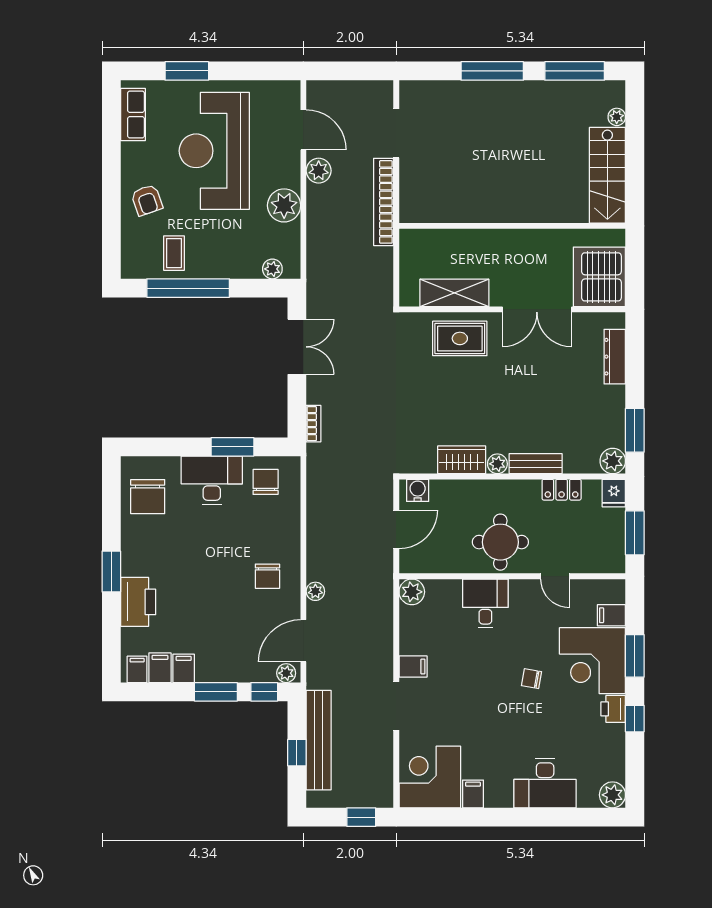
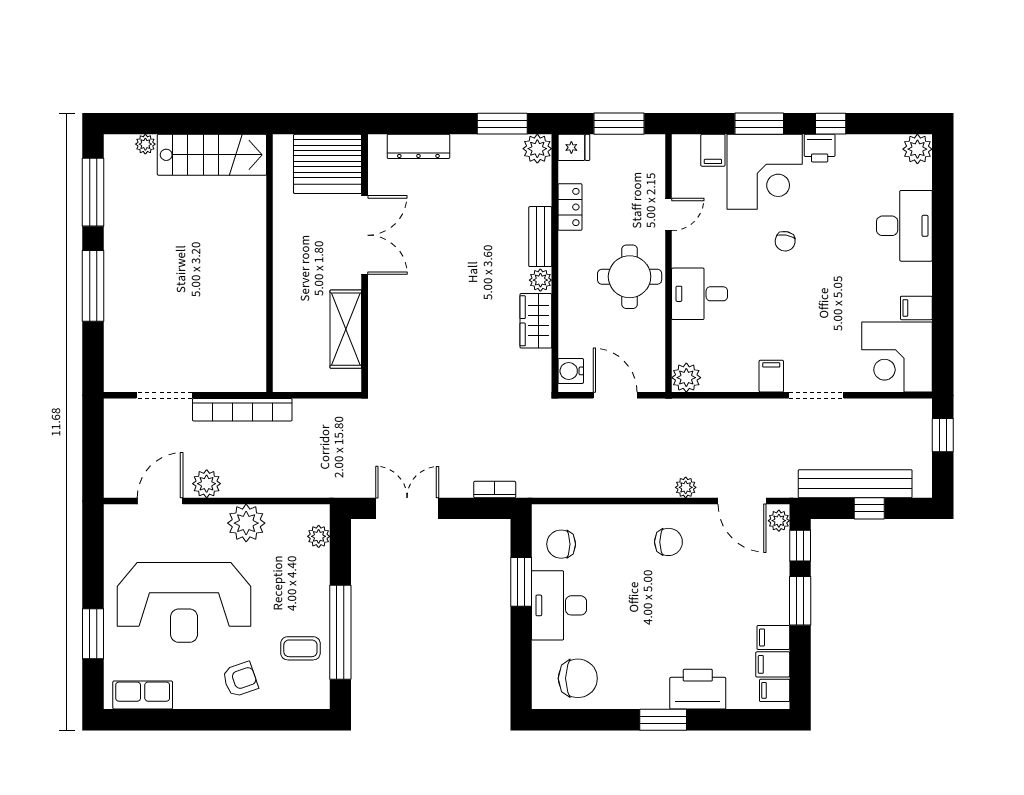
rug: (460, 338) -> (398, 323), removed

